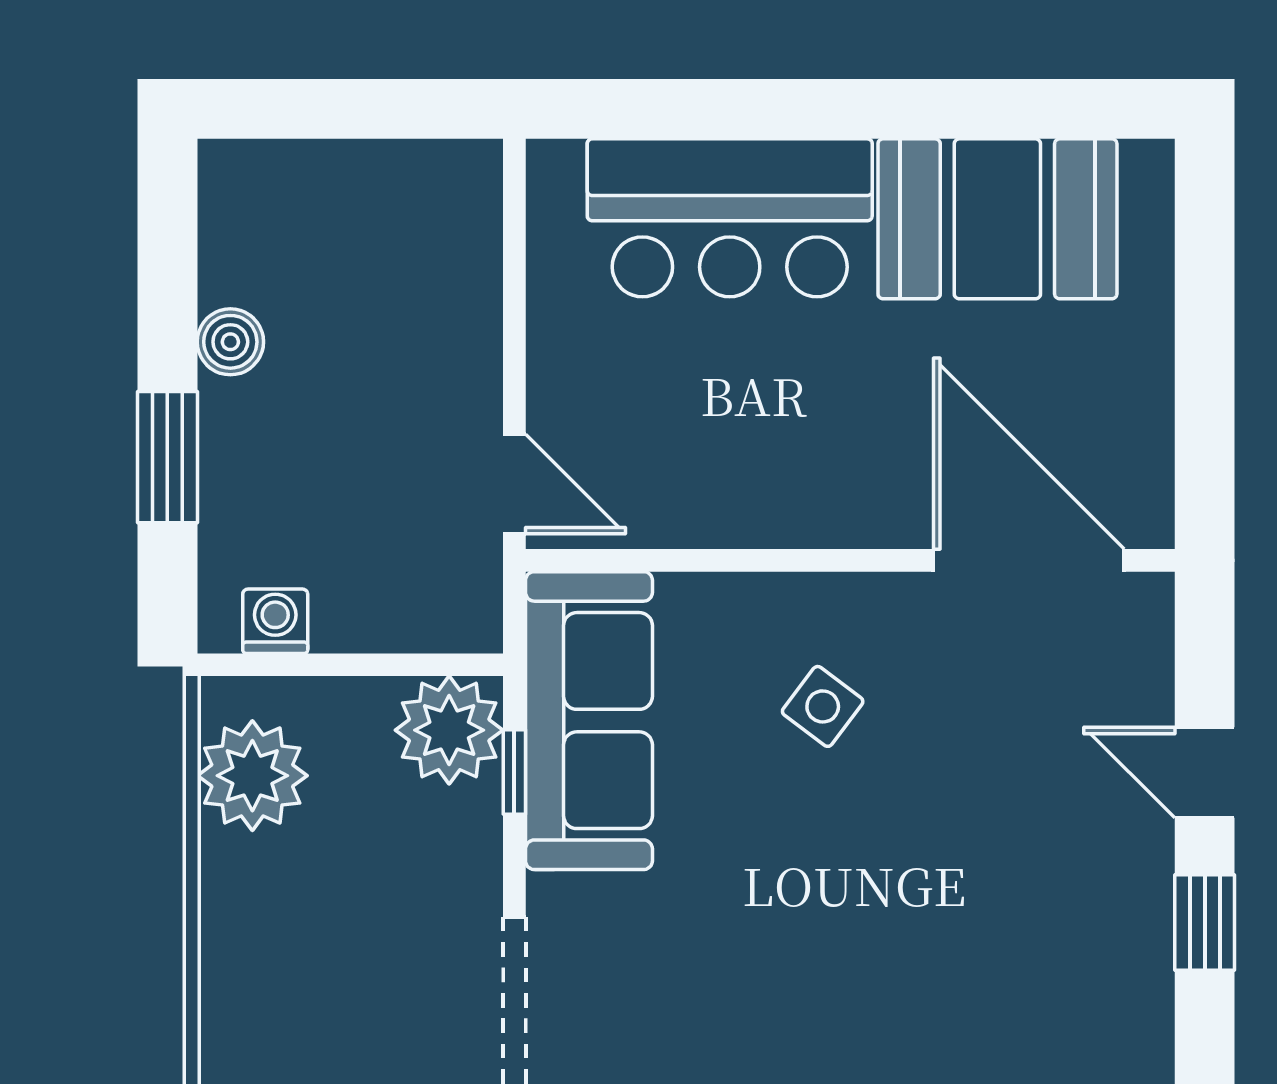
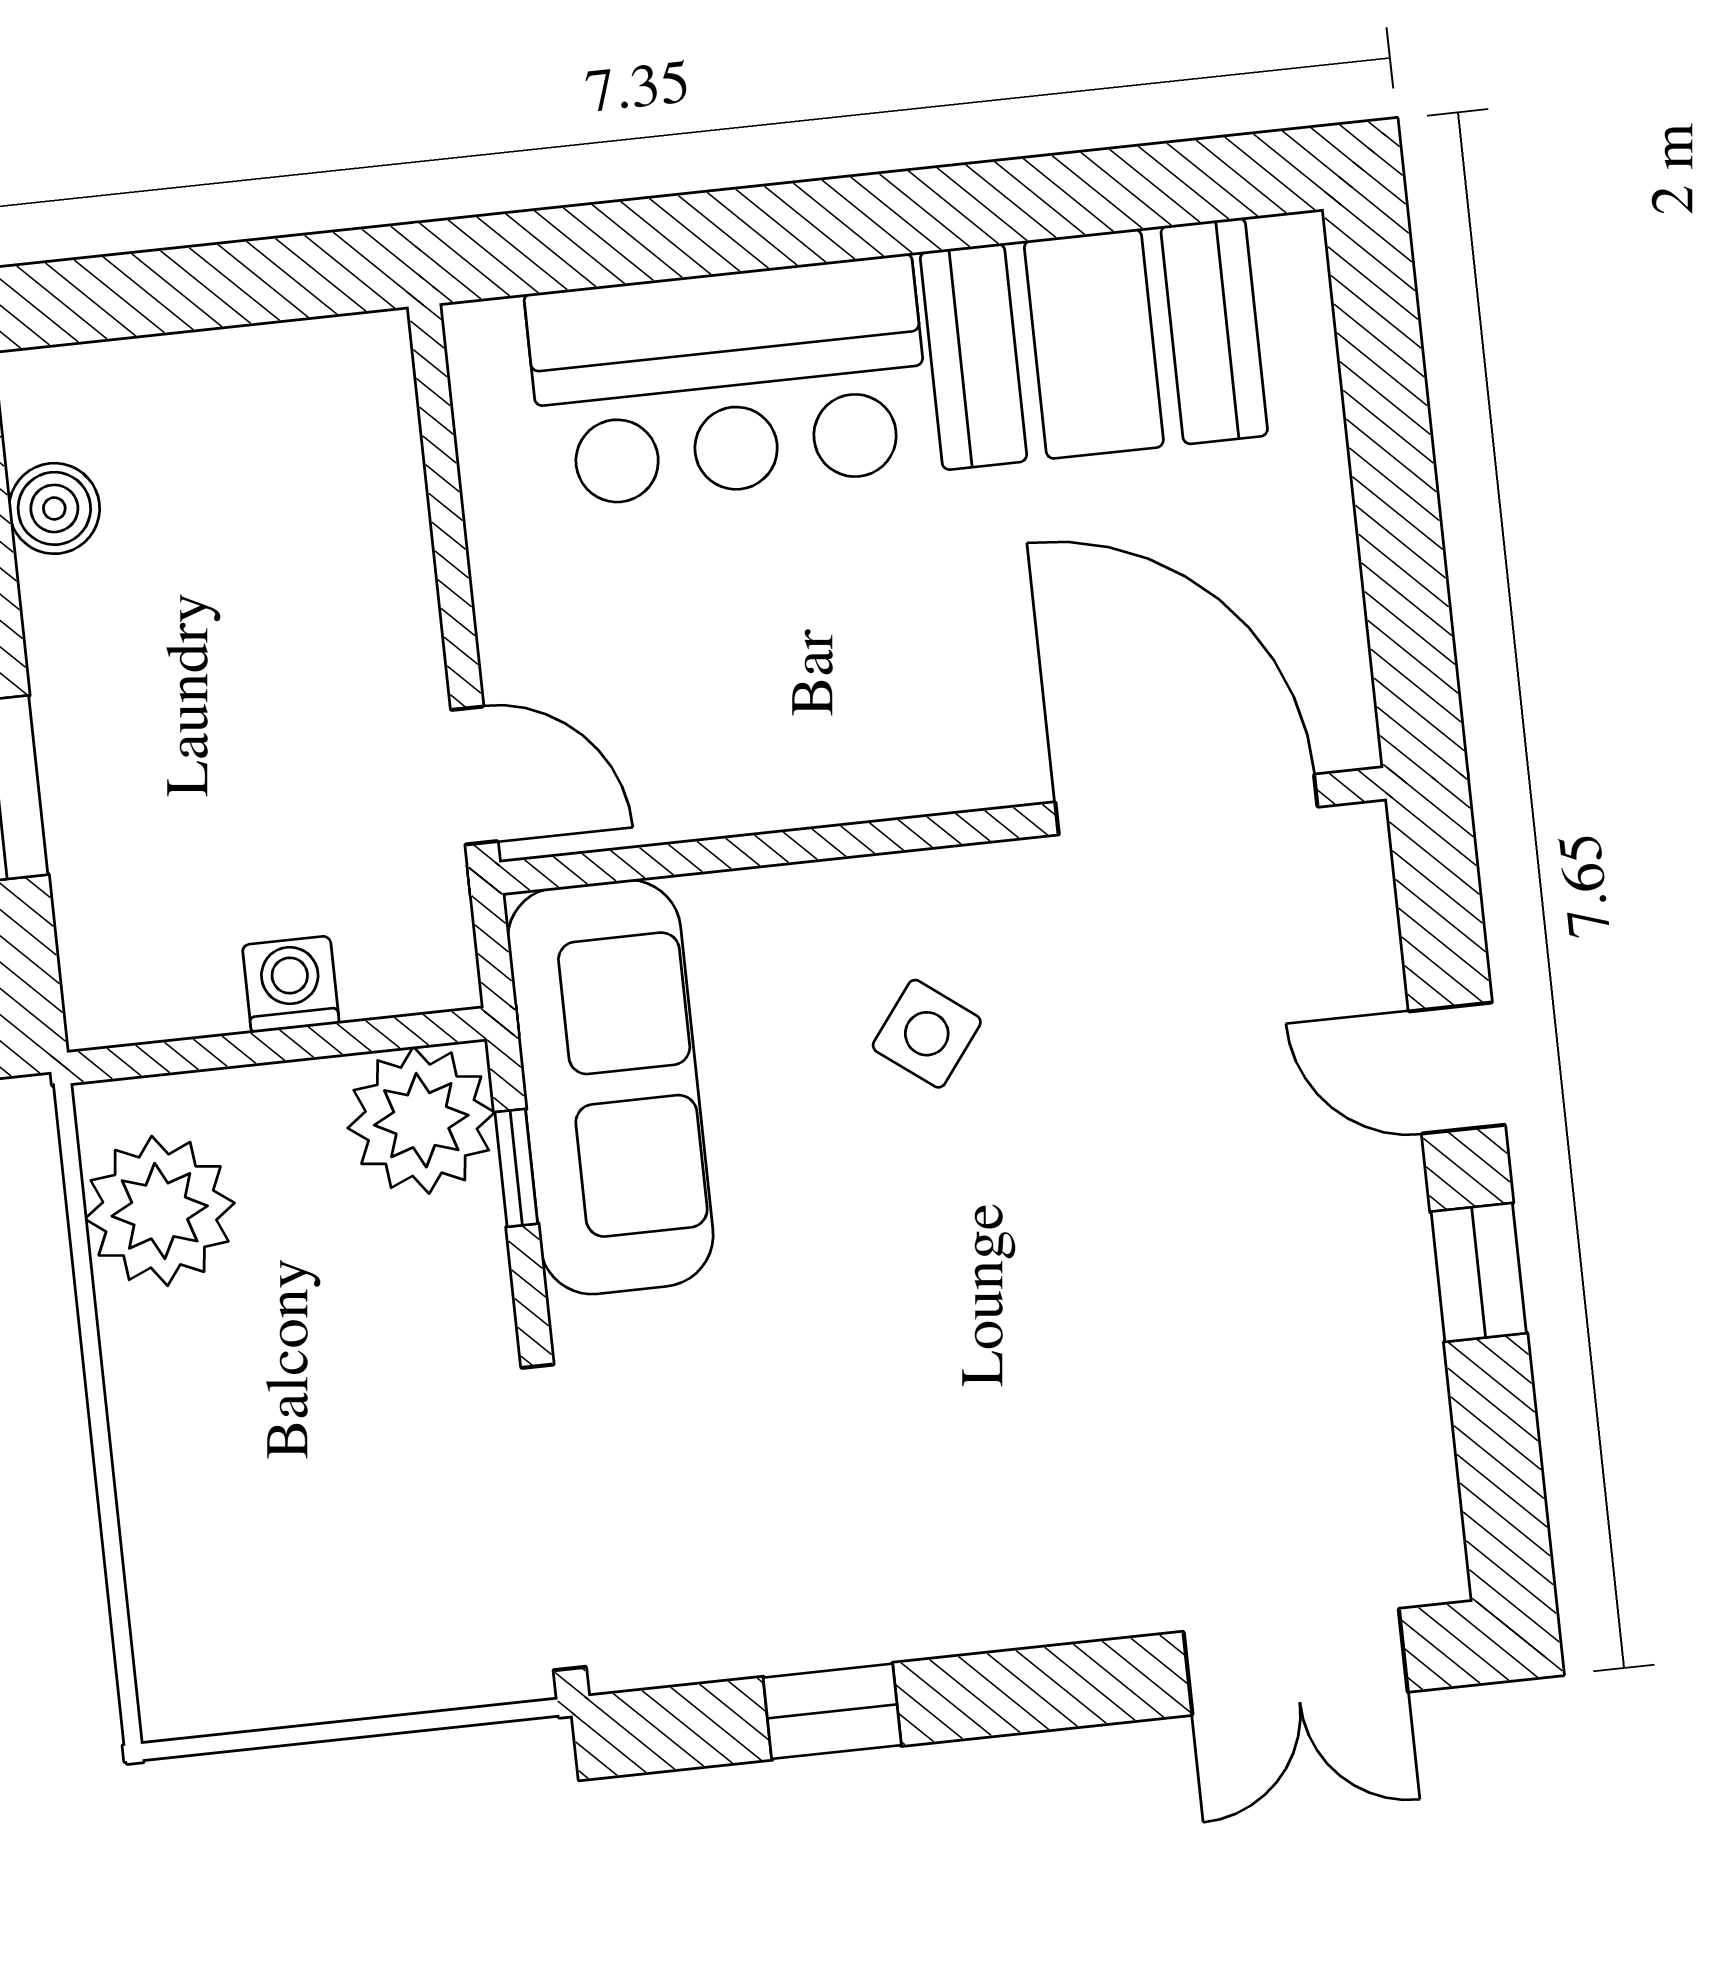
boiler: (230, 342) -> (54, 508), moved
washing machine: (275, 621) -> (291, 984), moved

